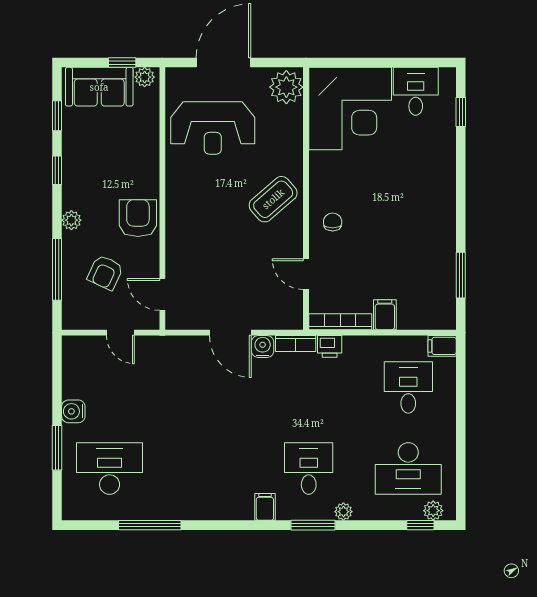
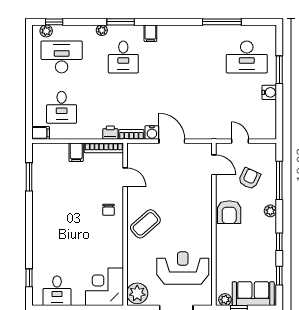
corner desk: (350, 109) -> (104, 287), width x0.74, depth x0.74

